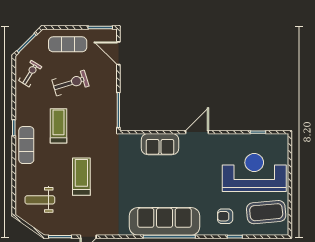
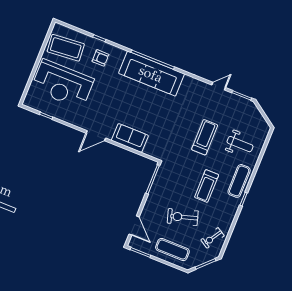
treadmill: (81, 177) -> (205, 137), turned 180
weight bench: (40, 200) -> (240, 144), moved

